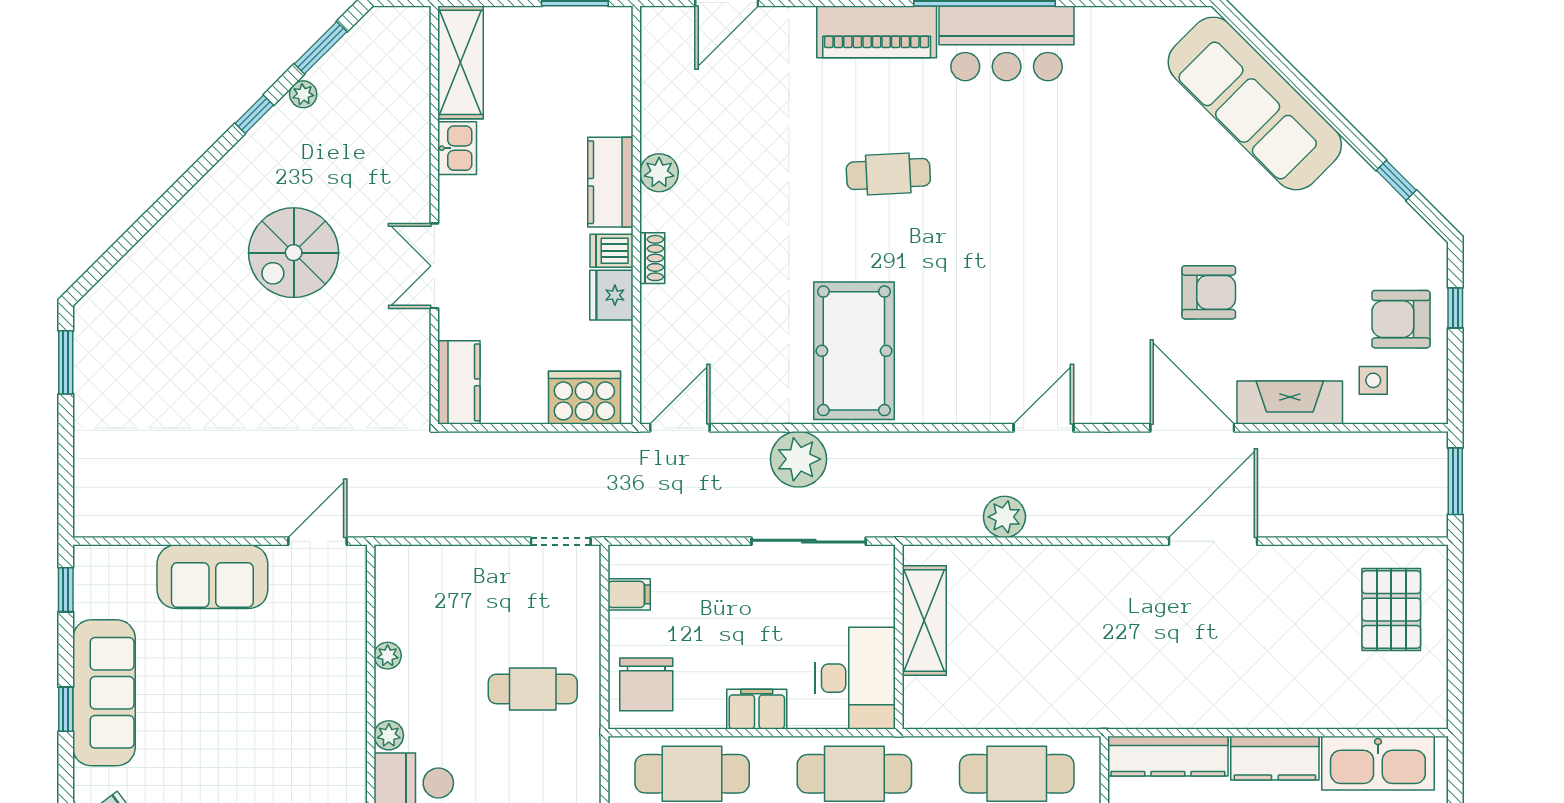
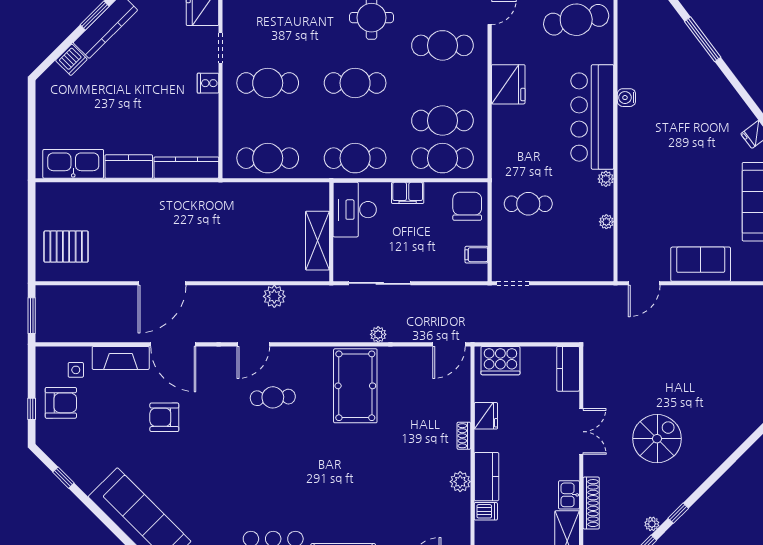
shoe rack: (416, 133) -> (591, 503), added
cafe table: (888, 174) -> (273, 397), moved
dishwasher: (612, 251) -> (486, 511), moved
plant: (798, 459) -> (378, 334), width x0.53, depth x0.53
pallet: (1391, 610) -> (66, 247), turned 90

